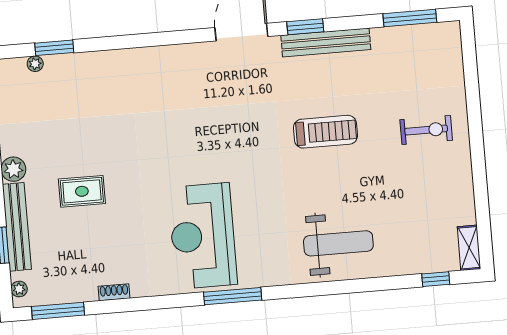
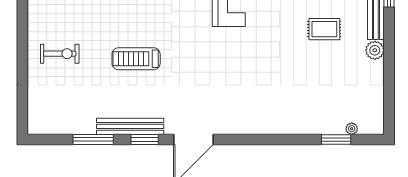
window: (410, 18) -> (93, 140), moved
exercise bike: (426, 130) -> (60, 54), turned 180

